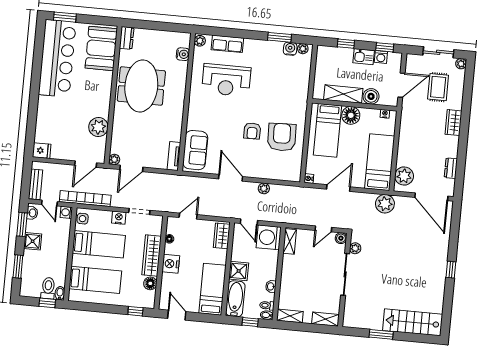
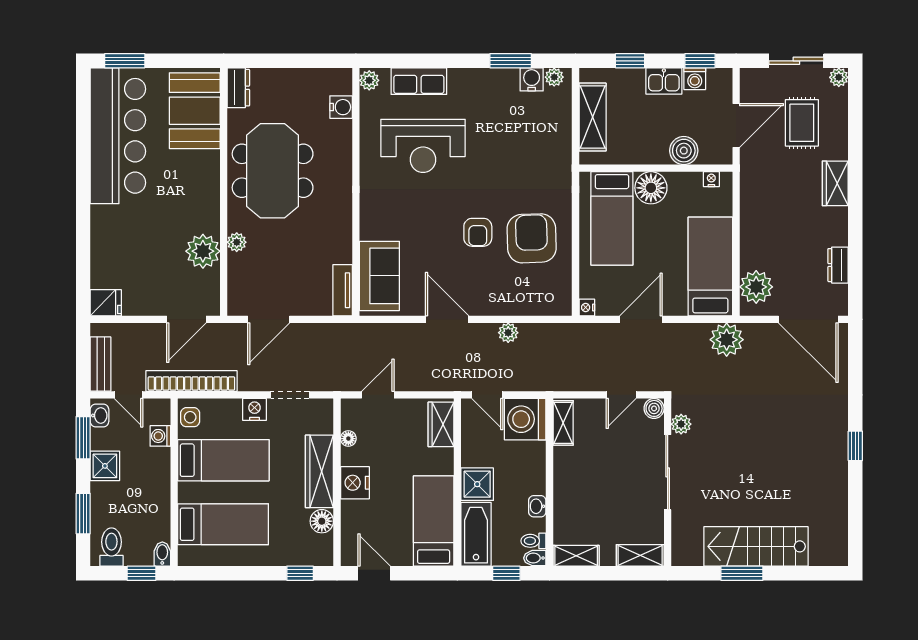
shelving: (343, 94) -> (593, 117), moved, turned 90
plant: (114, 159) -> (237, 242), moved
washing machine: (66, 212) -> (160, 436), moved
toilet: (48, 288) -> (111, 547), moved
stairs: (413, 322) -> (756, 546), moved

